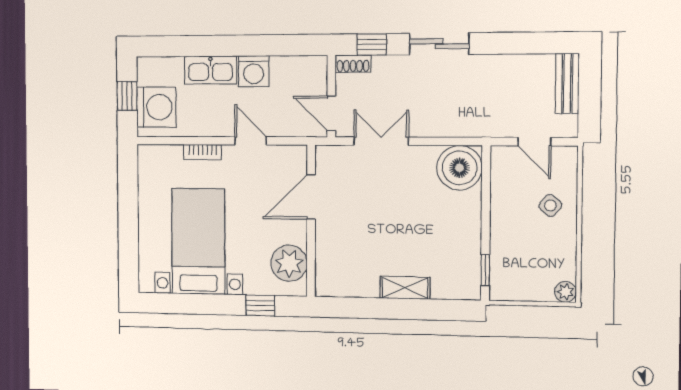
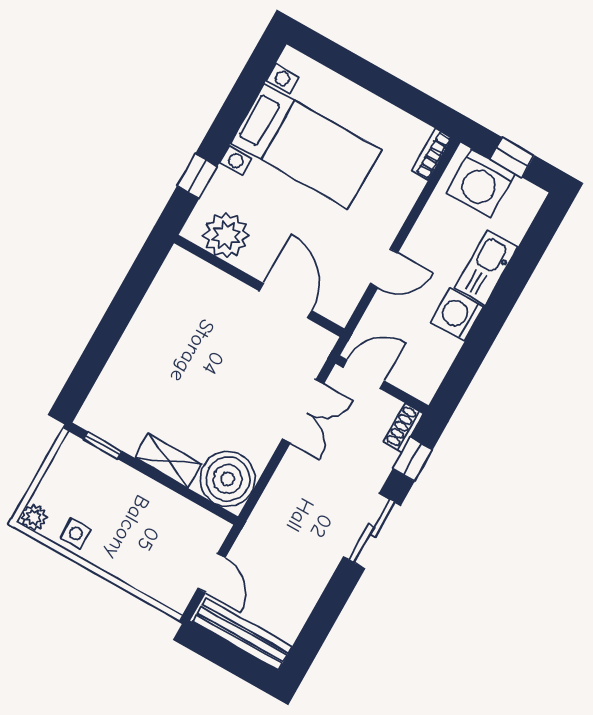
bench: (567, 84) -> (242, 634), width x1.36
door: (534, 142) -> (211, 573), swing flipped
bookcase: (203, 152) -> (432, 154), moved
side table: (550, 205) -> (76, 533), moved, turned -38
shelving: (405, 288) -> (168, 461), moved, turned 90

